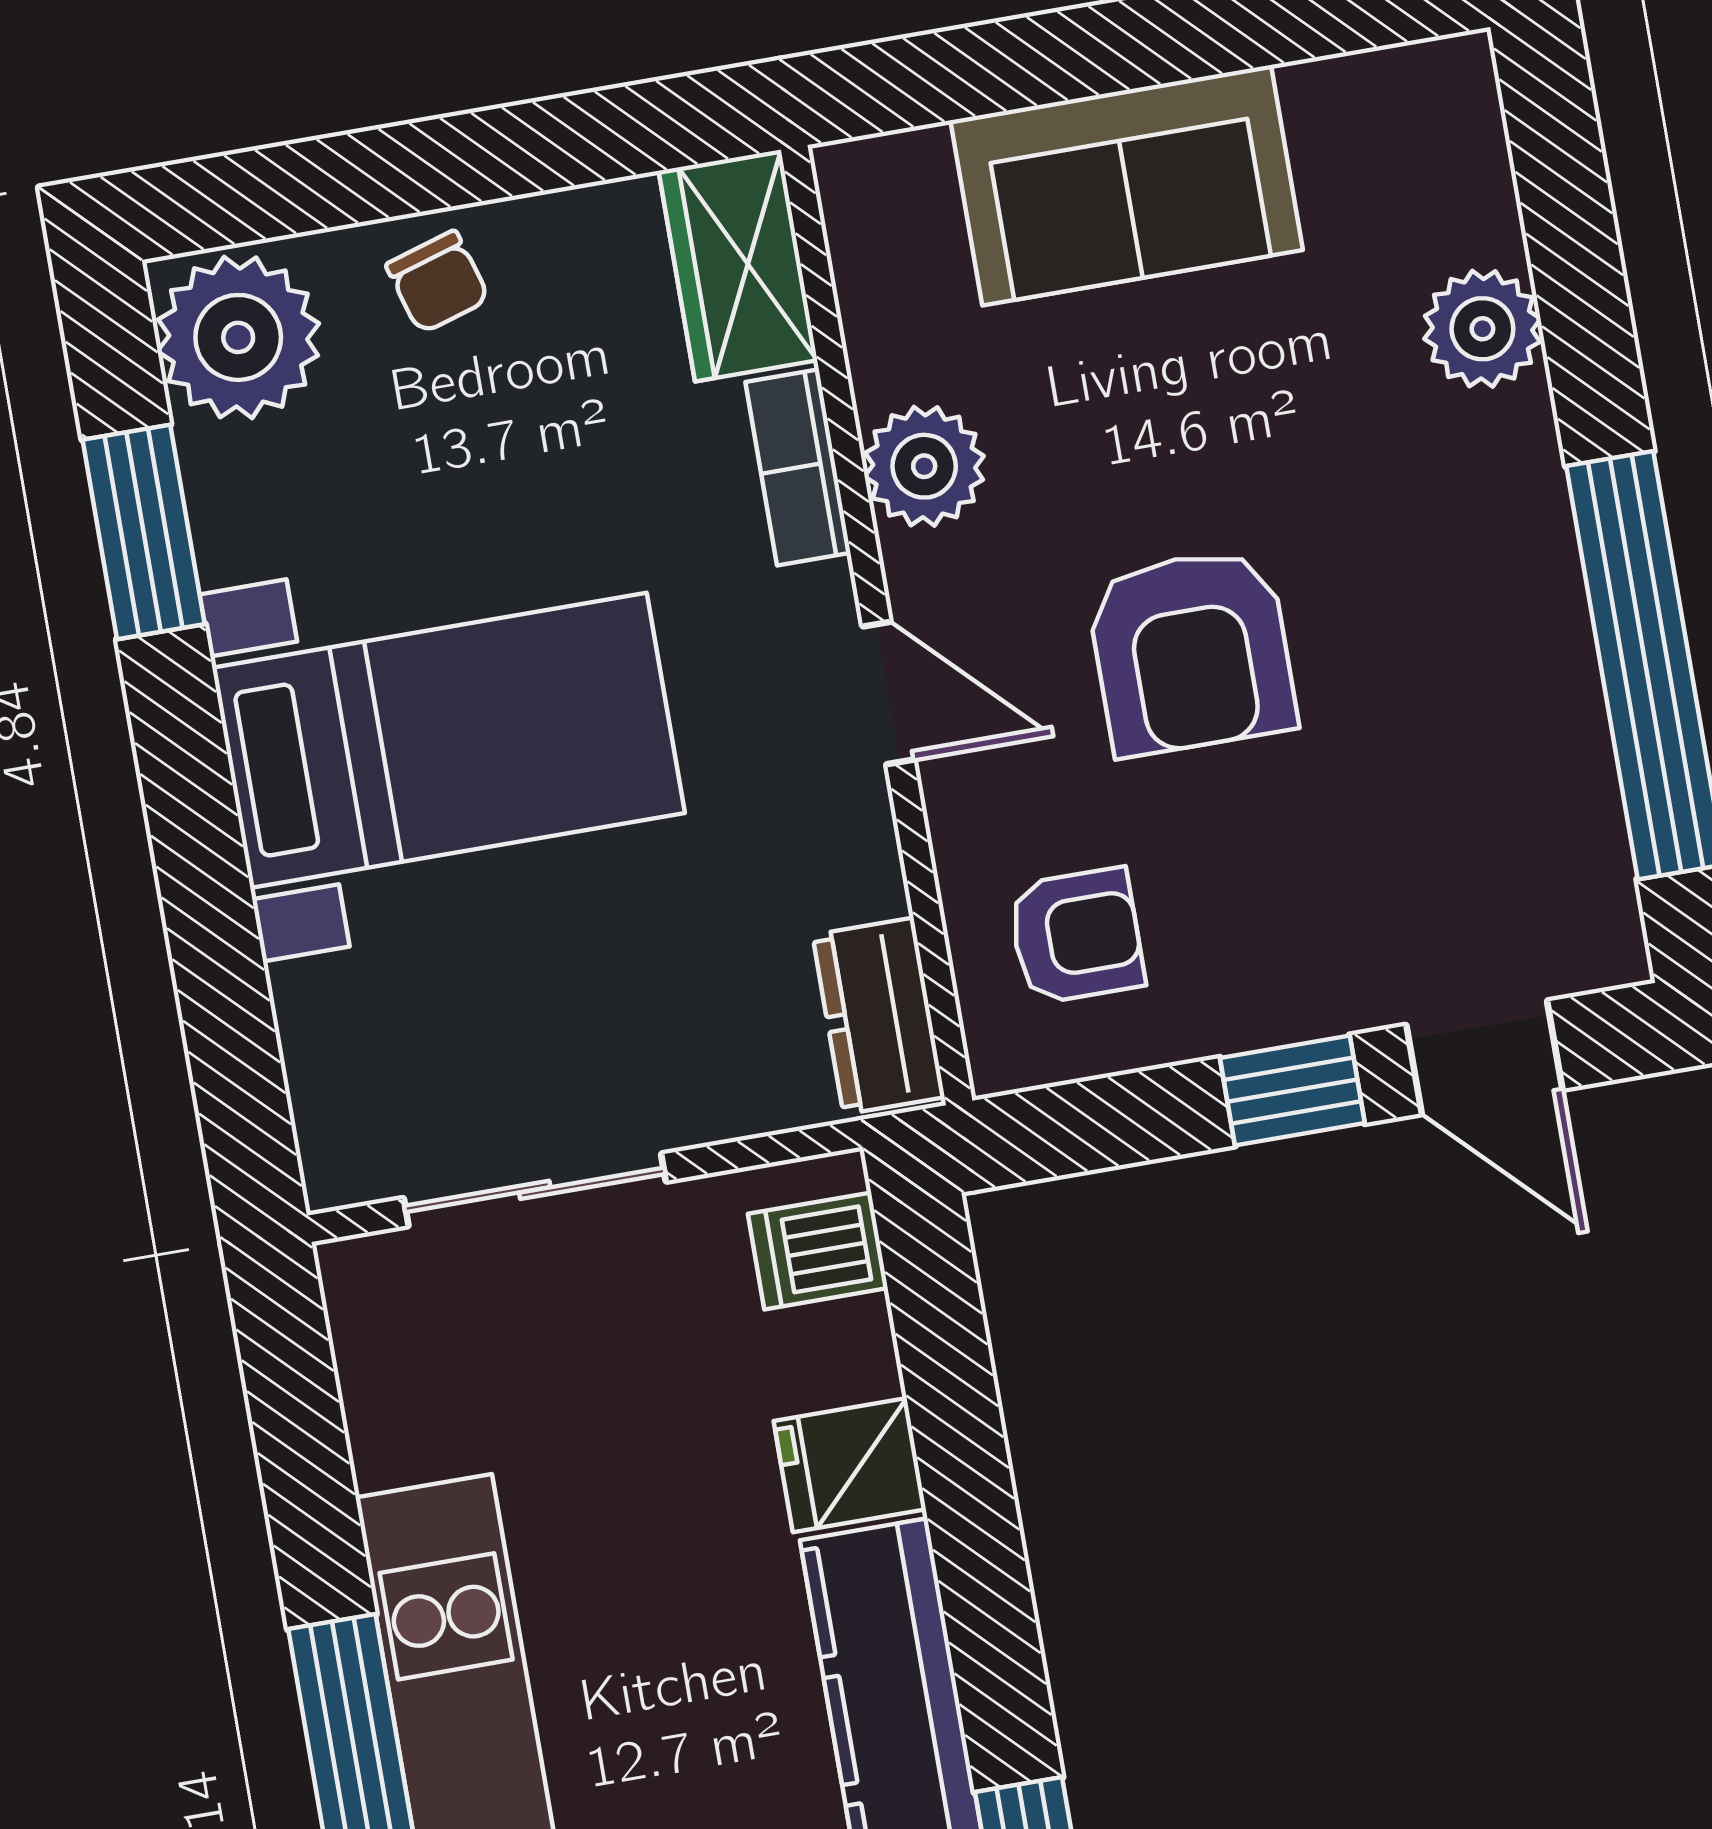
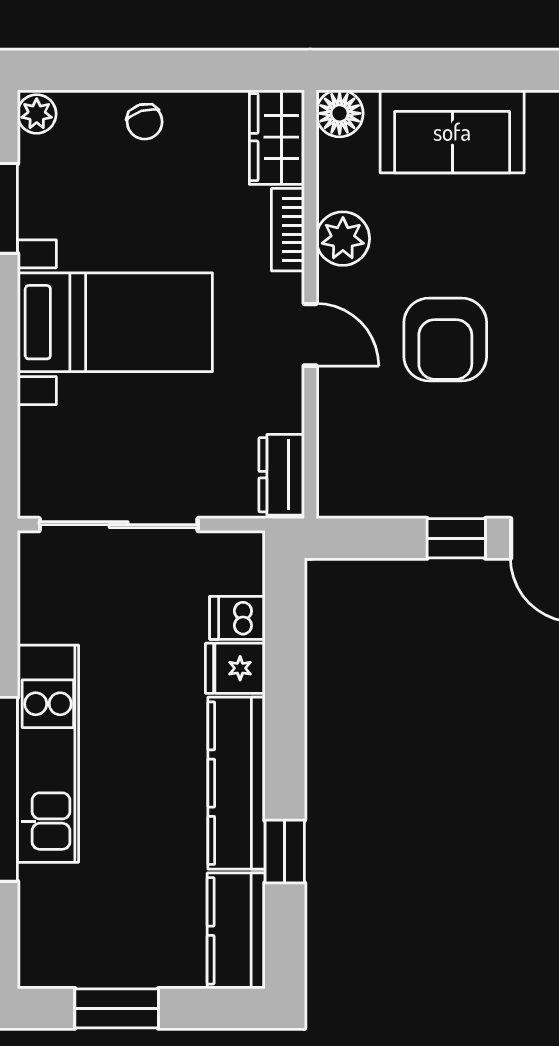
floor lamp: (869, 188) -> (340, 113), added
plant: (238, 337) -> (37, 114), width x0.53, depth x0.53
armchair: (1076, 936) -> (374, 455), removed
sliding door: (535, 1190) -> (119, 525), width x1.37
dishwasher: (818, 1251) -> (237, 618), moved

